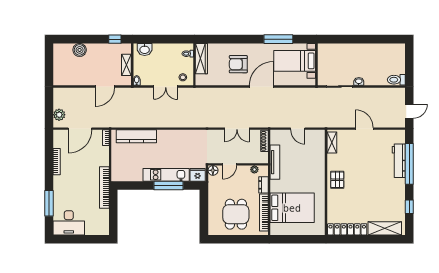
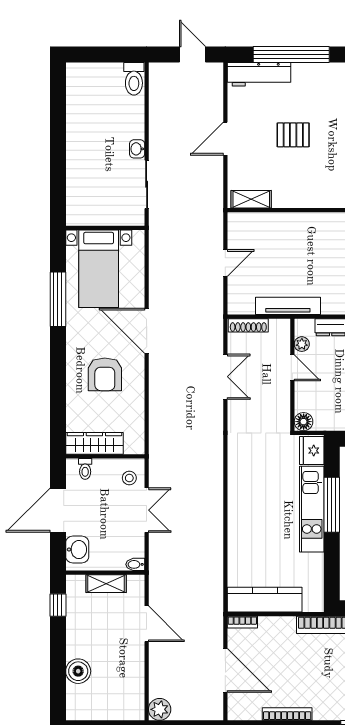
door: (166, 39) -> (58, 510), added
plant: (59, 115) -> (160, 709), moved
kitchen counter: (136, 136) -> (265, 600), moved, turned -90
workbench: (399, 161) -> (259, 74), moved
door: (229, 164) -> (292, 368), moved
pallet: (337, 180) -> (293, 135), moved

